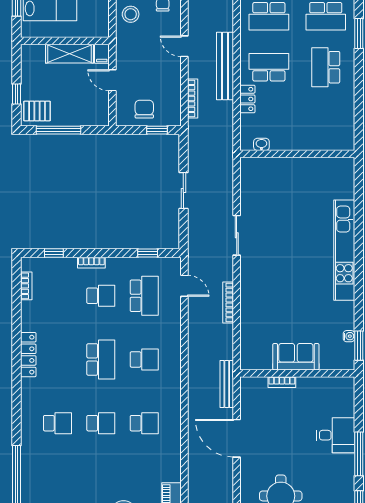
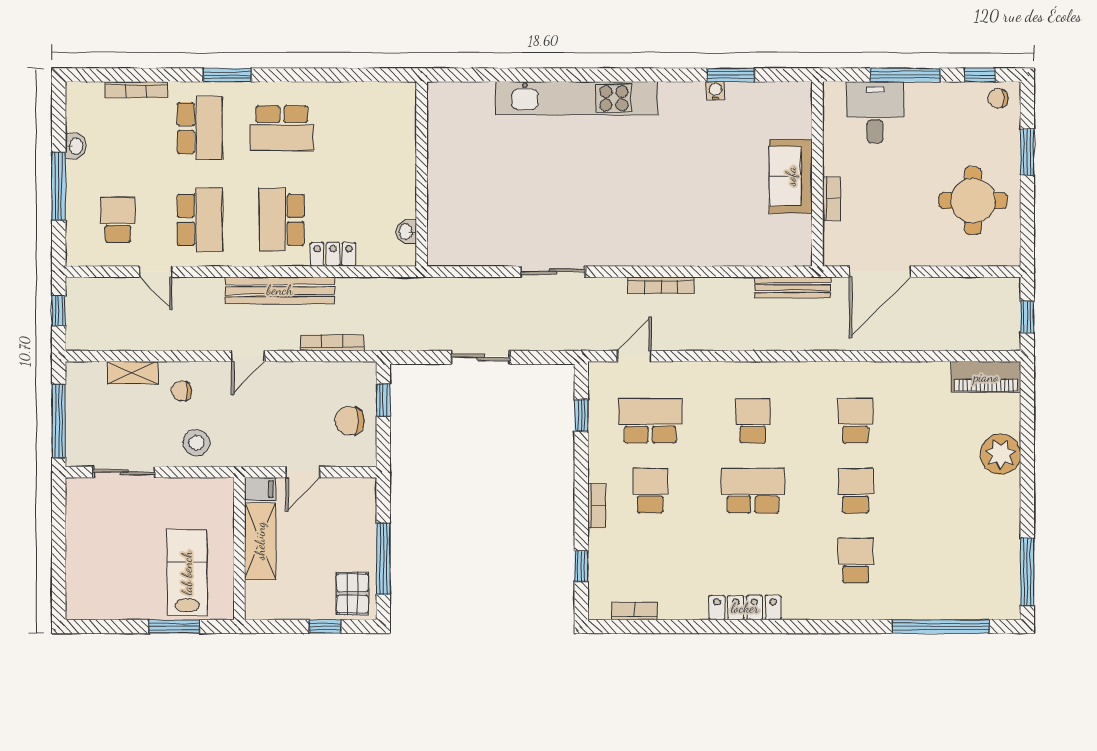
sofa: (296, 357) -> (791, 176), moved
wall: (297, 373) -> (817, 174), moved
bookcase: (282, 382) -> (832, 199), moved

